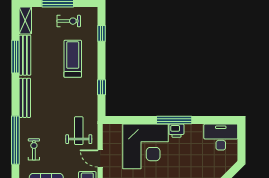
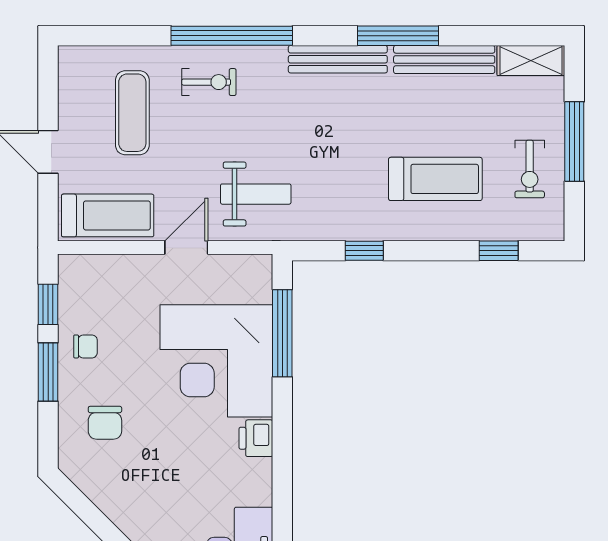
window: (15, 57) -> (398, 36), moved
window: (174, 120) -> (282, 333), moved

